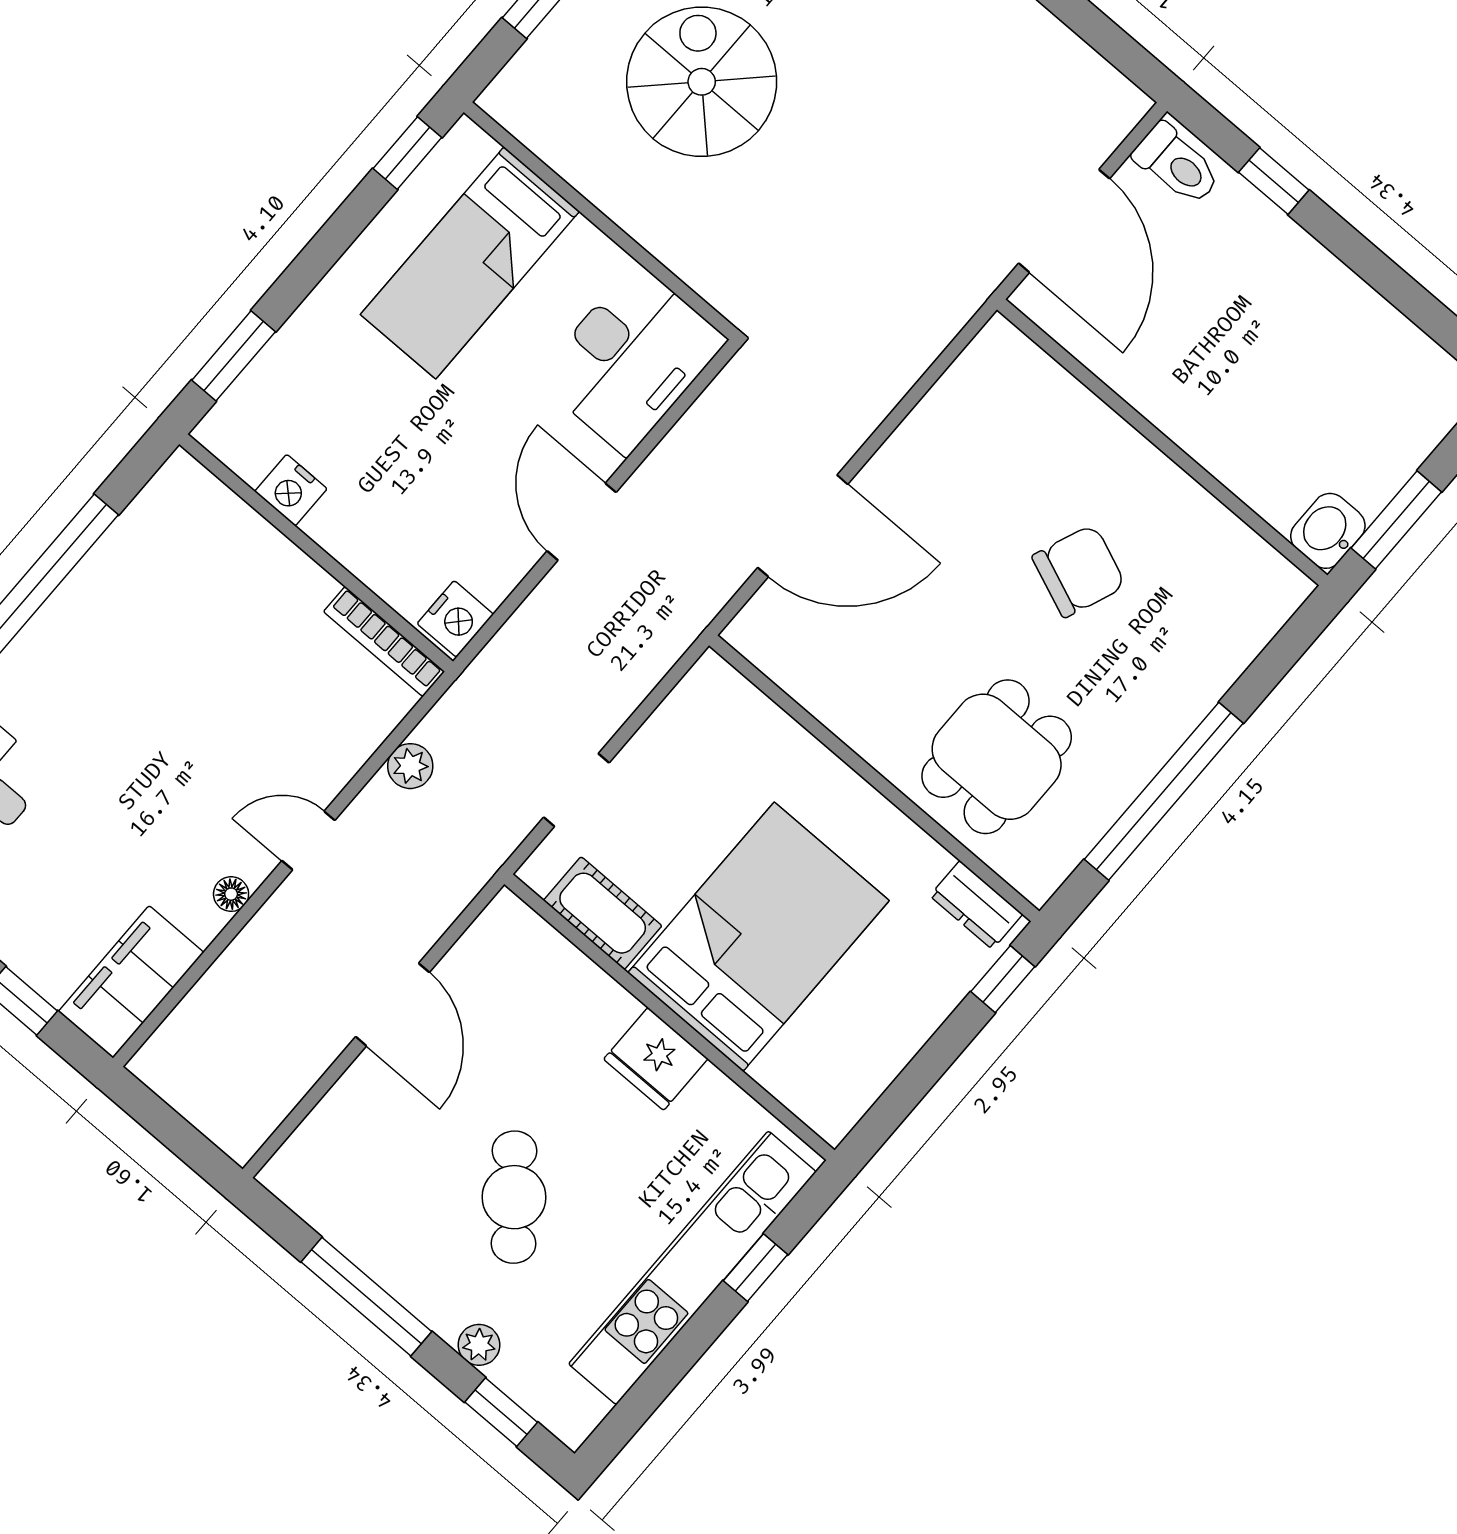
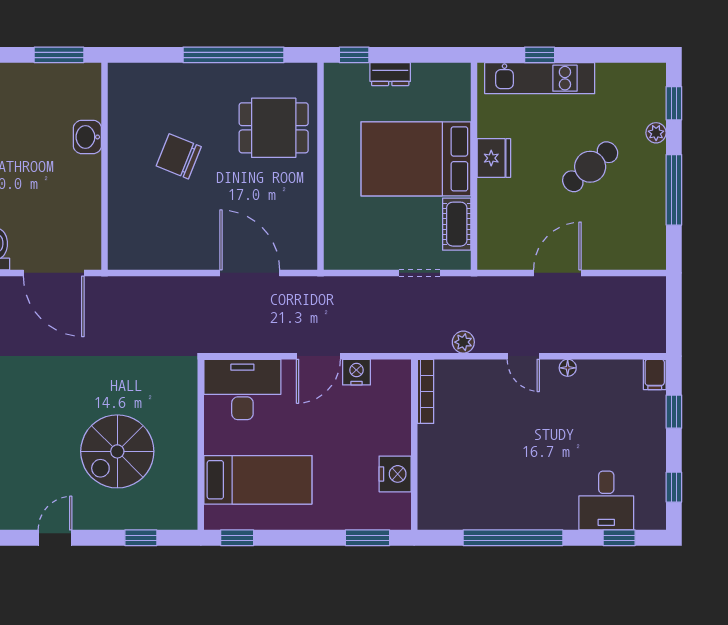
door: (1064, 221) -> (54, 273), swing flipped
nightstand: (291, 490) -> (395, 474), width x1.36, depth x1.33
washbasin: (1328, 531) -> (87, 137), moved, turned 90
nightstand: (455, 619) -> (356, 372), moved
dresser: (976, 905) -> (390, 74), moved, turned 90
filing cabinet: (131, 982) -> (655, 374), width x0.33, depth x0.86
kitchen unit: (692, 1268) -> (540, 78), width x0.73

